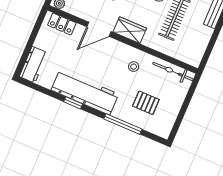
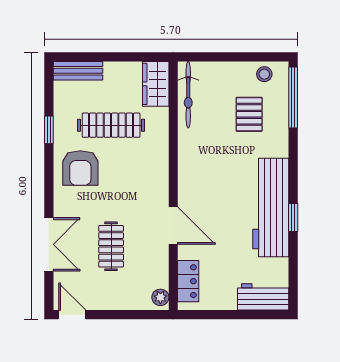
wardrobe: (130, 30) -> (156, 84), moved
stool: (134, 67) -> (264, 74), moved
window: (123, 124) -> (293, 97), moved

